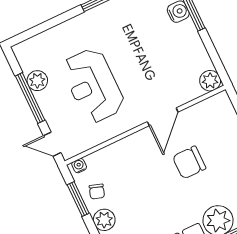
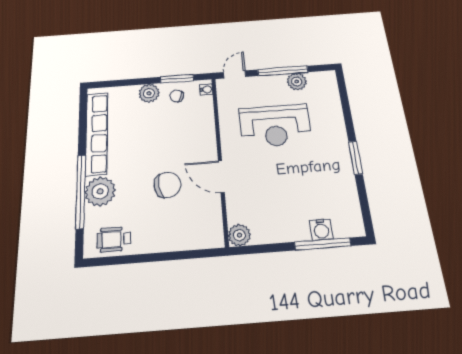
reception desk: (93, 86) -> (275, 126), turned 180
chair: (189, 162) -> (167, 185), turned 81

